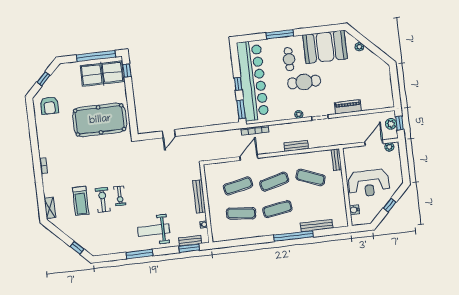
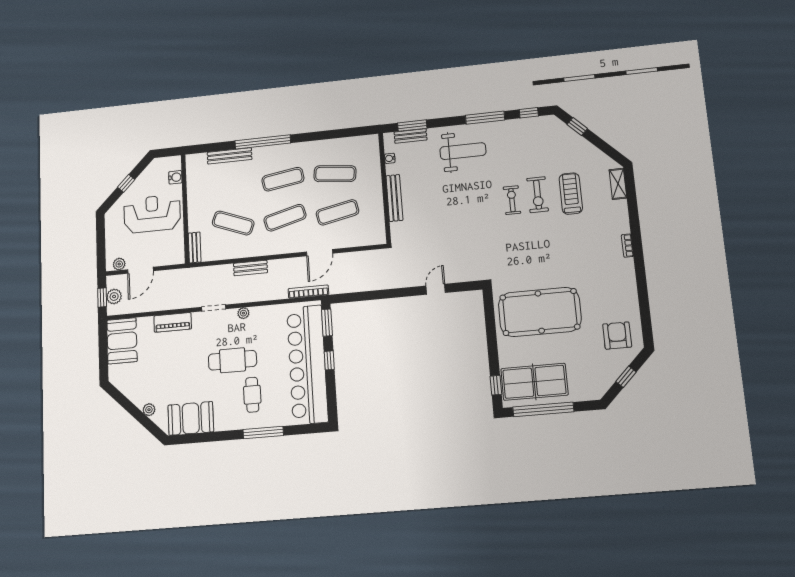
booth: (325, 47) -> (191, 418), width x0.73, depth x0.70
booth: (383, 93) -> (122, 341), added
window: (110, 258) -> (529, 113), added

